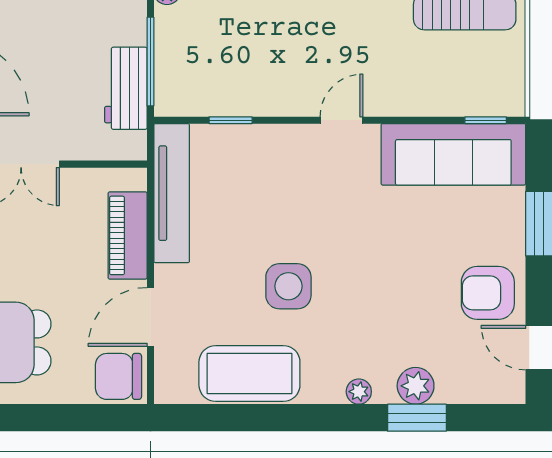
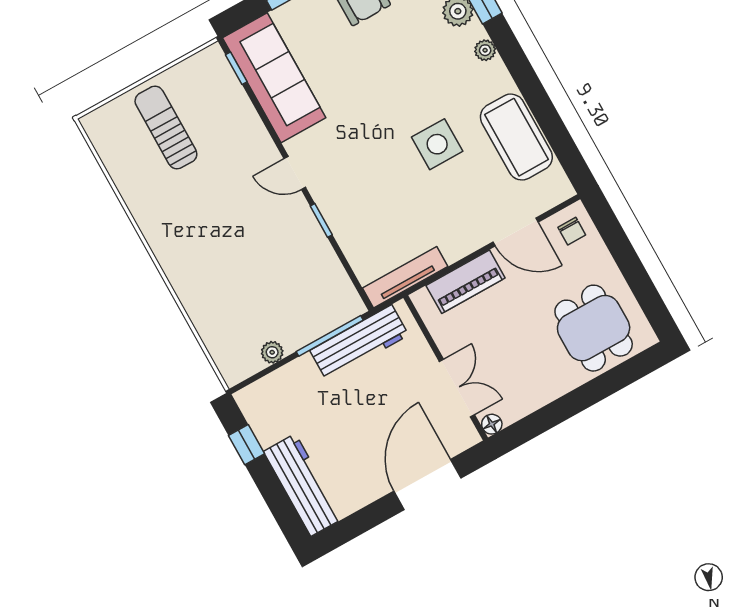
workbench: (126, 88) -> (359, 343), width x1.37
window: (231, 120) -> (321, 220), moved
tv unit: (172, 193) -> (405, 277), width x0.73, depth x0.78
chair: (118, 376) -> (572, 231), width x0.54, depth x0.54

